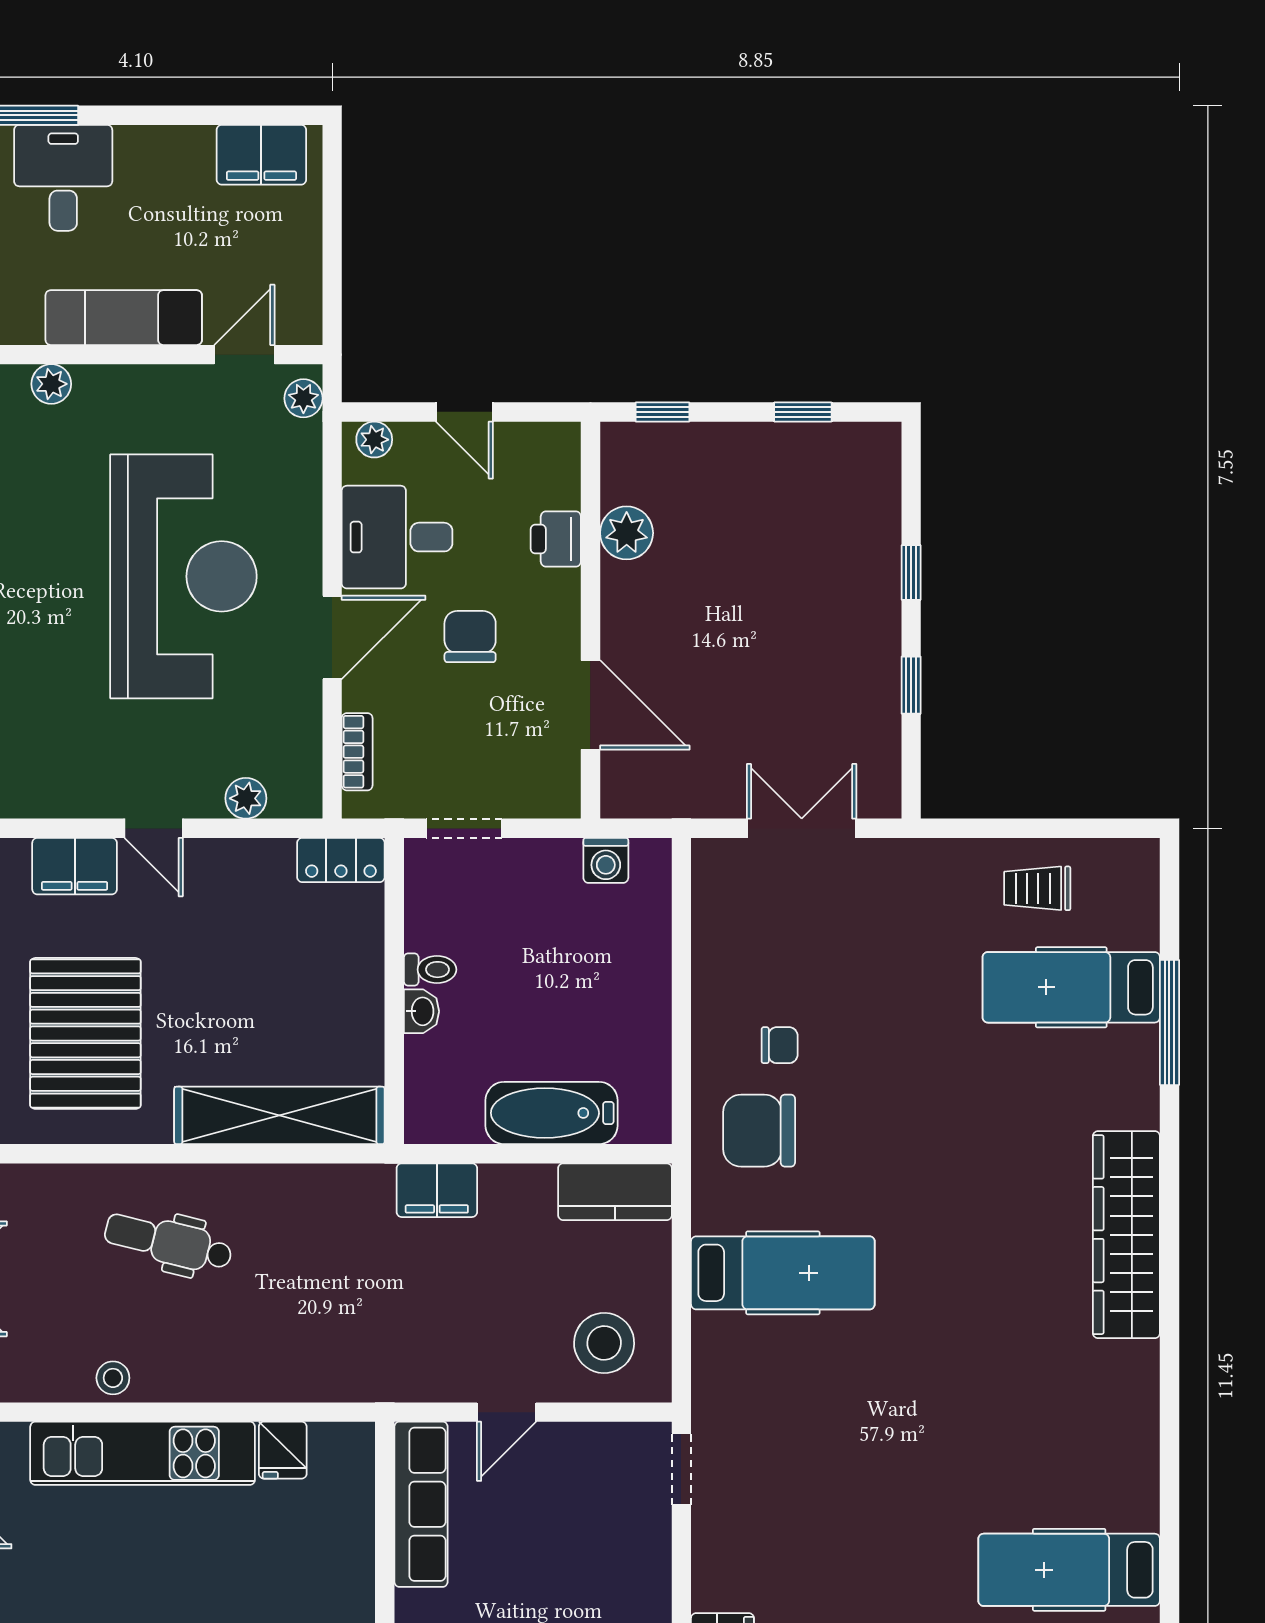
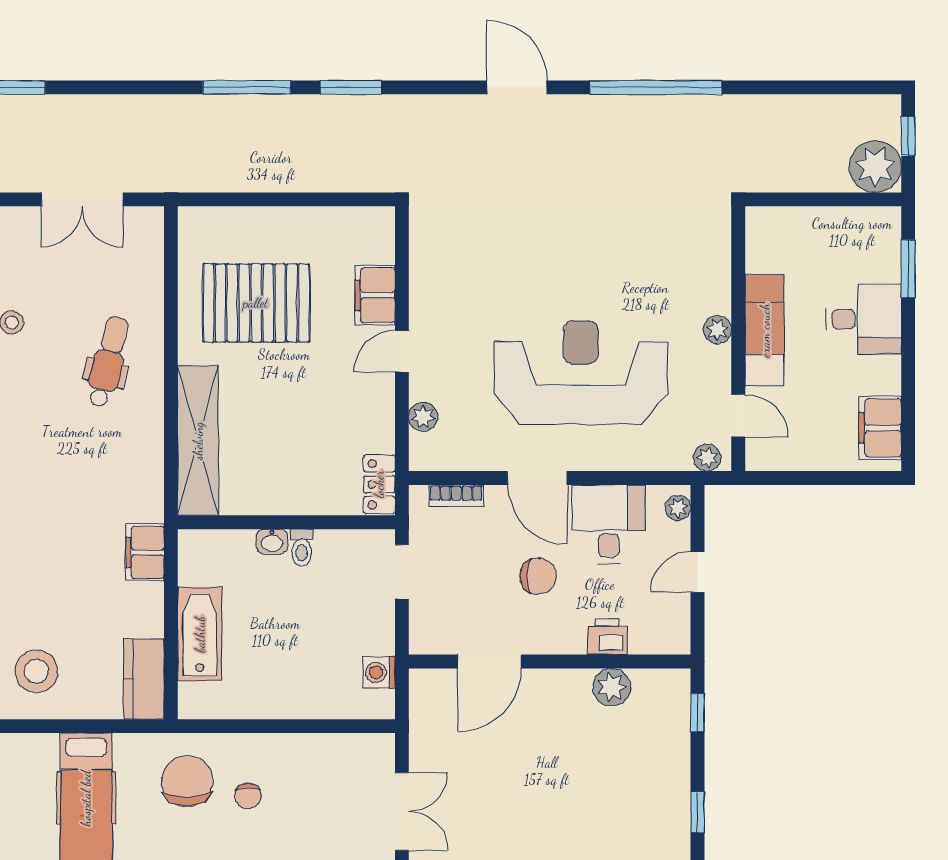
desk: (63, 178) -> (864, 319), moved
plant: (51, 384) -> (717, 330), moved
reception desk: (183, 576) -> (581, 373), turned 180

